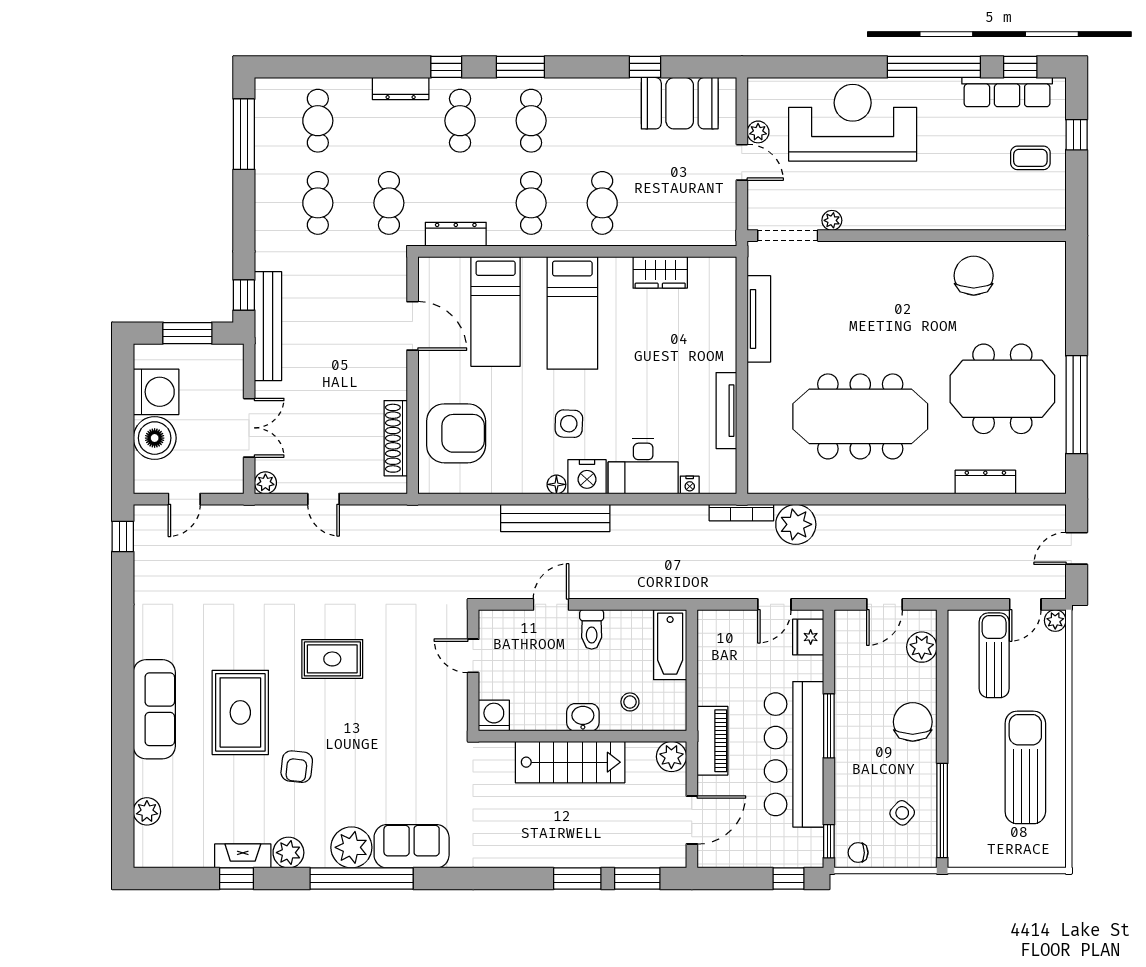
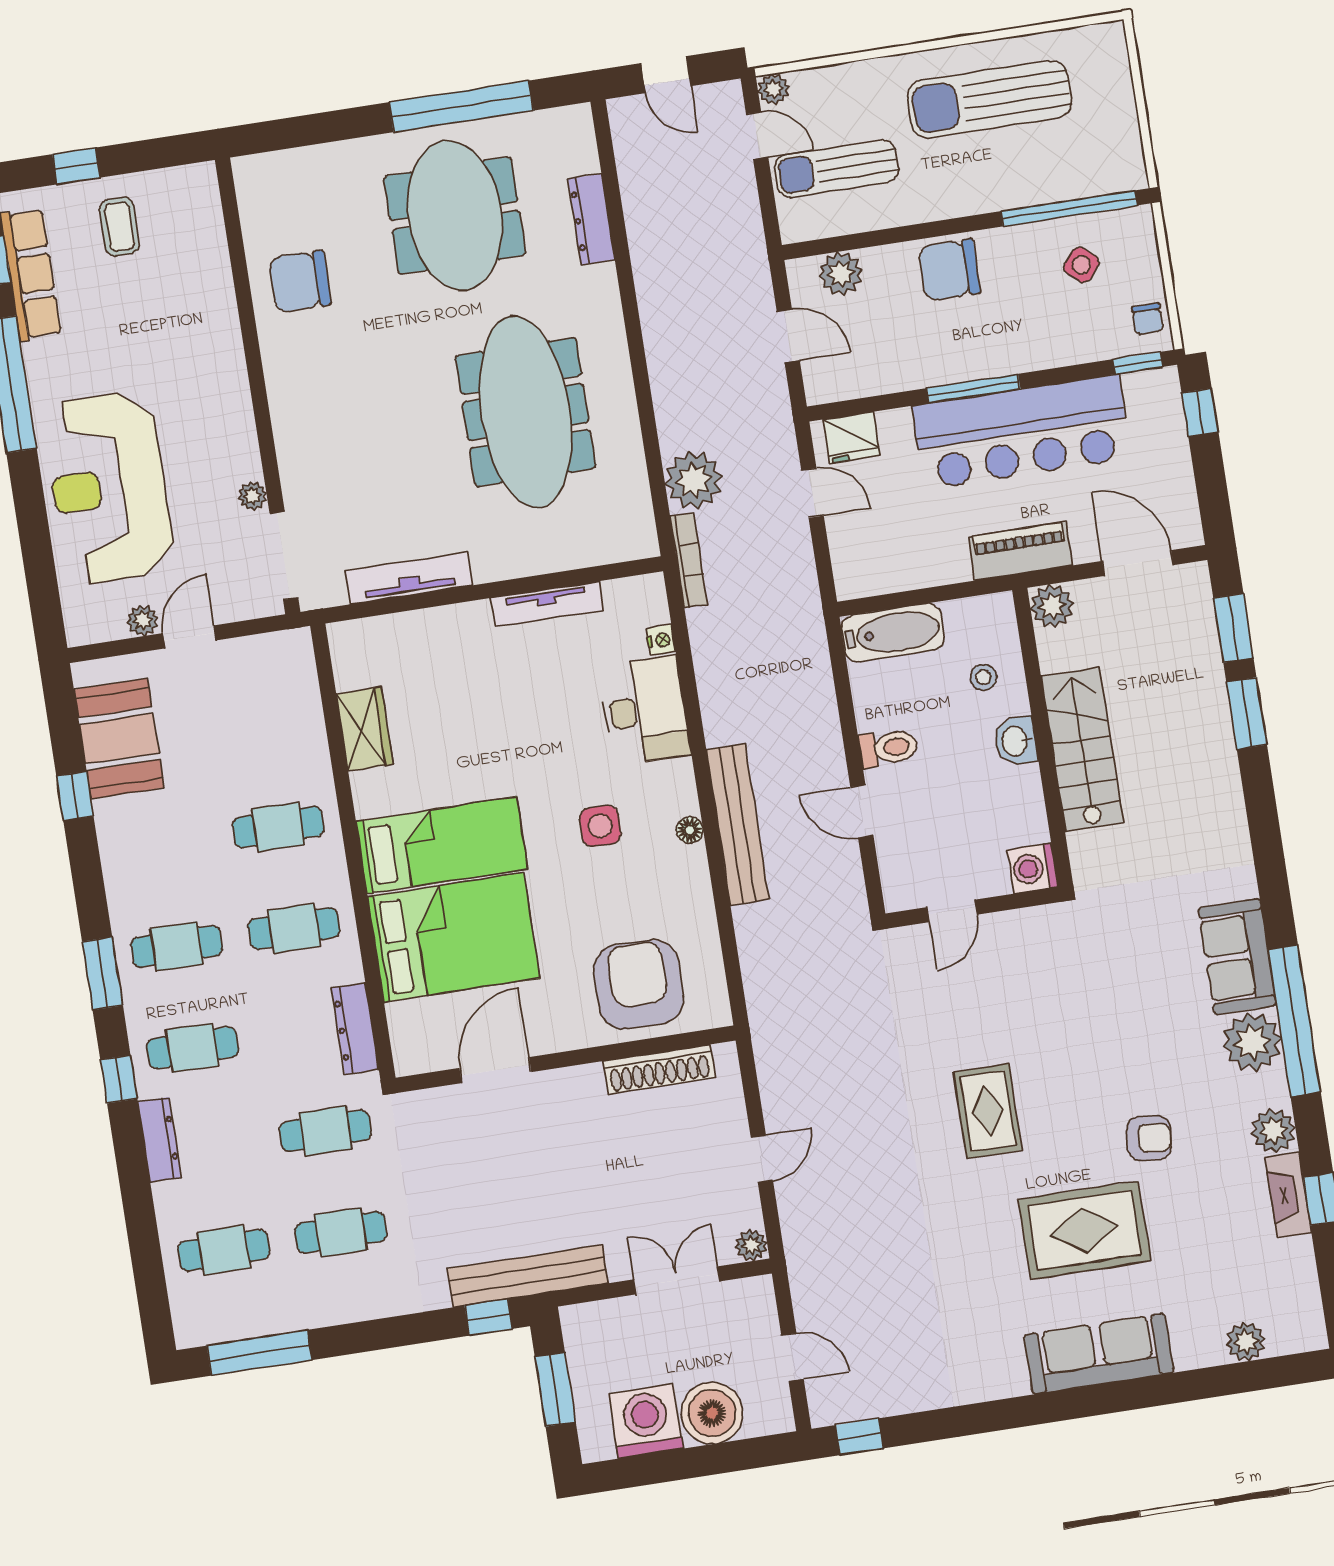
bed: (496, 311) -> (454, 937), width x1.50
nightstand: (587, 477) -> (672, 788), removed

